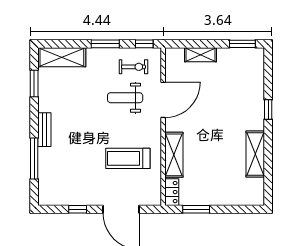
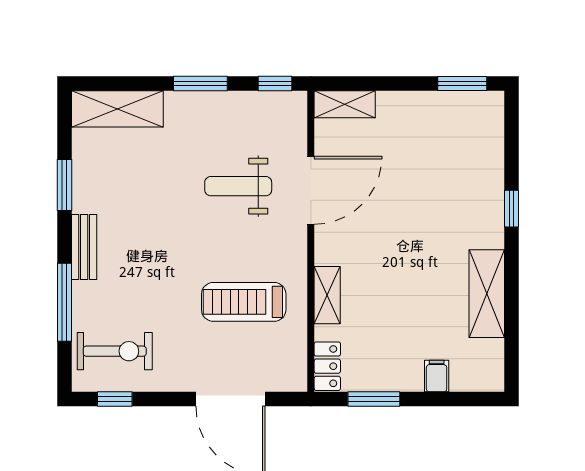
shelving: (201, 55) -> (345, 104), moved
exercise bike: (133, 67) -> (115, 351), moved, width x1.38, depth x1.39
window: (34, 84) -> (65, 185), moved
shelving: (174, 155) -> (327, 295), width x0.67, depth x0.75
filing cabinet: (229, 197) -> (437, 376), added
window: (78, 209) -> (115, 399), moved

